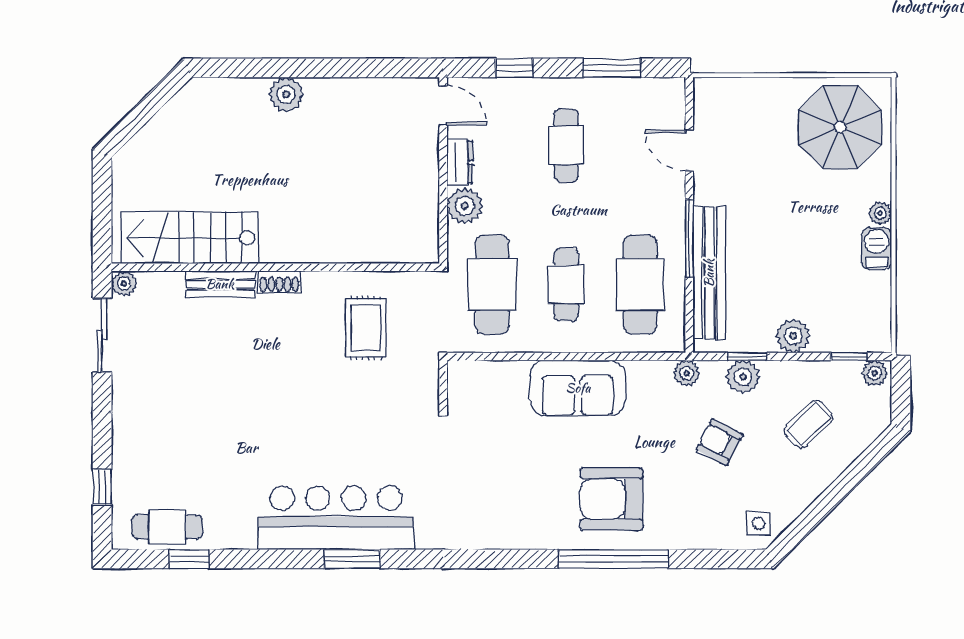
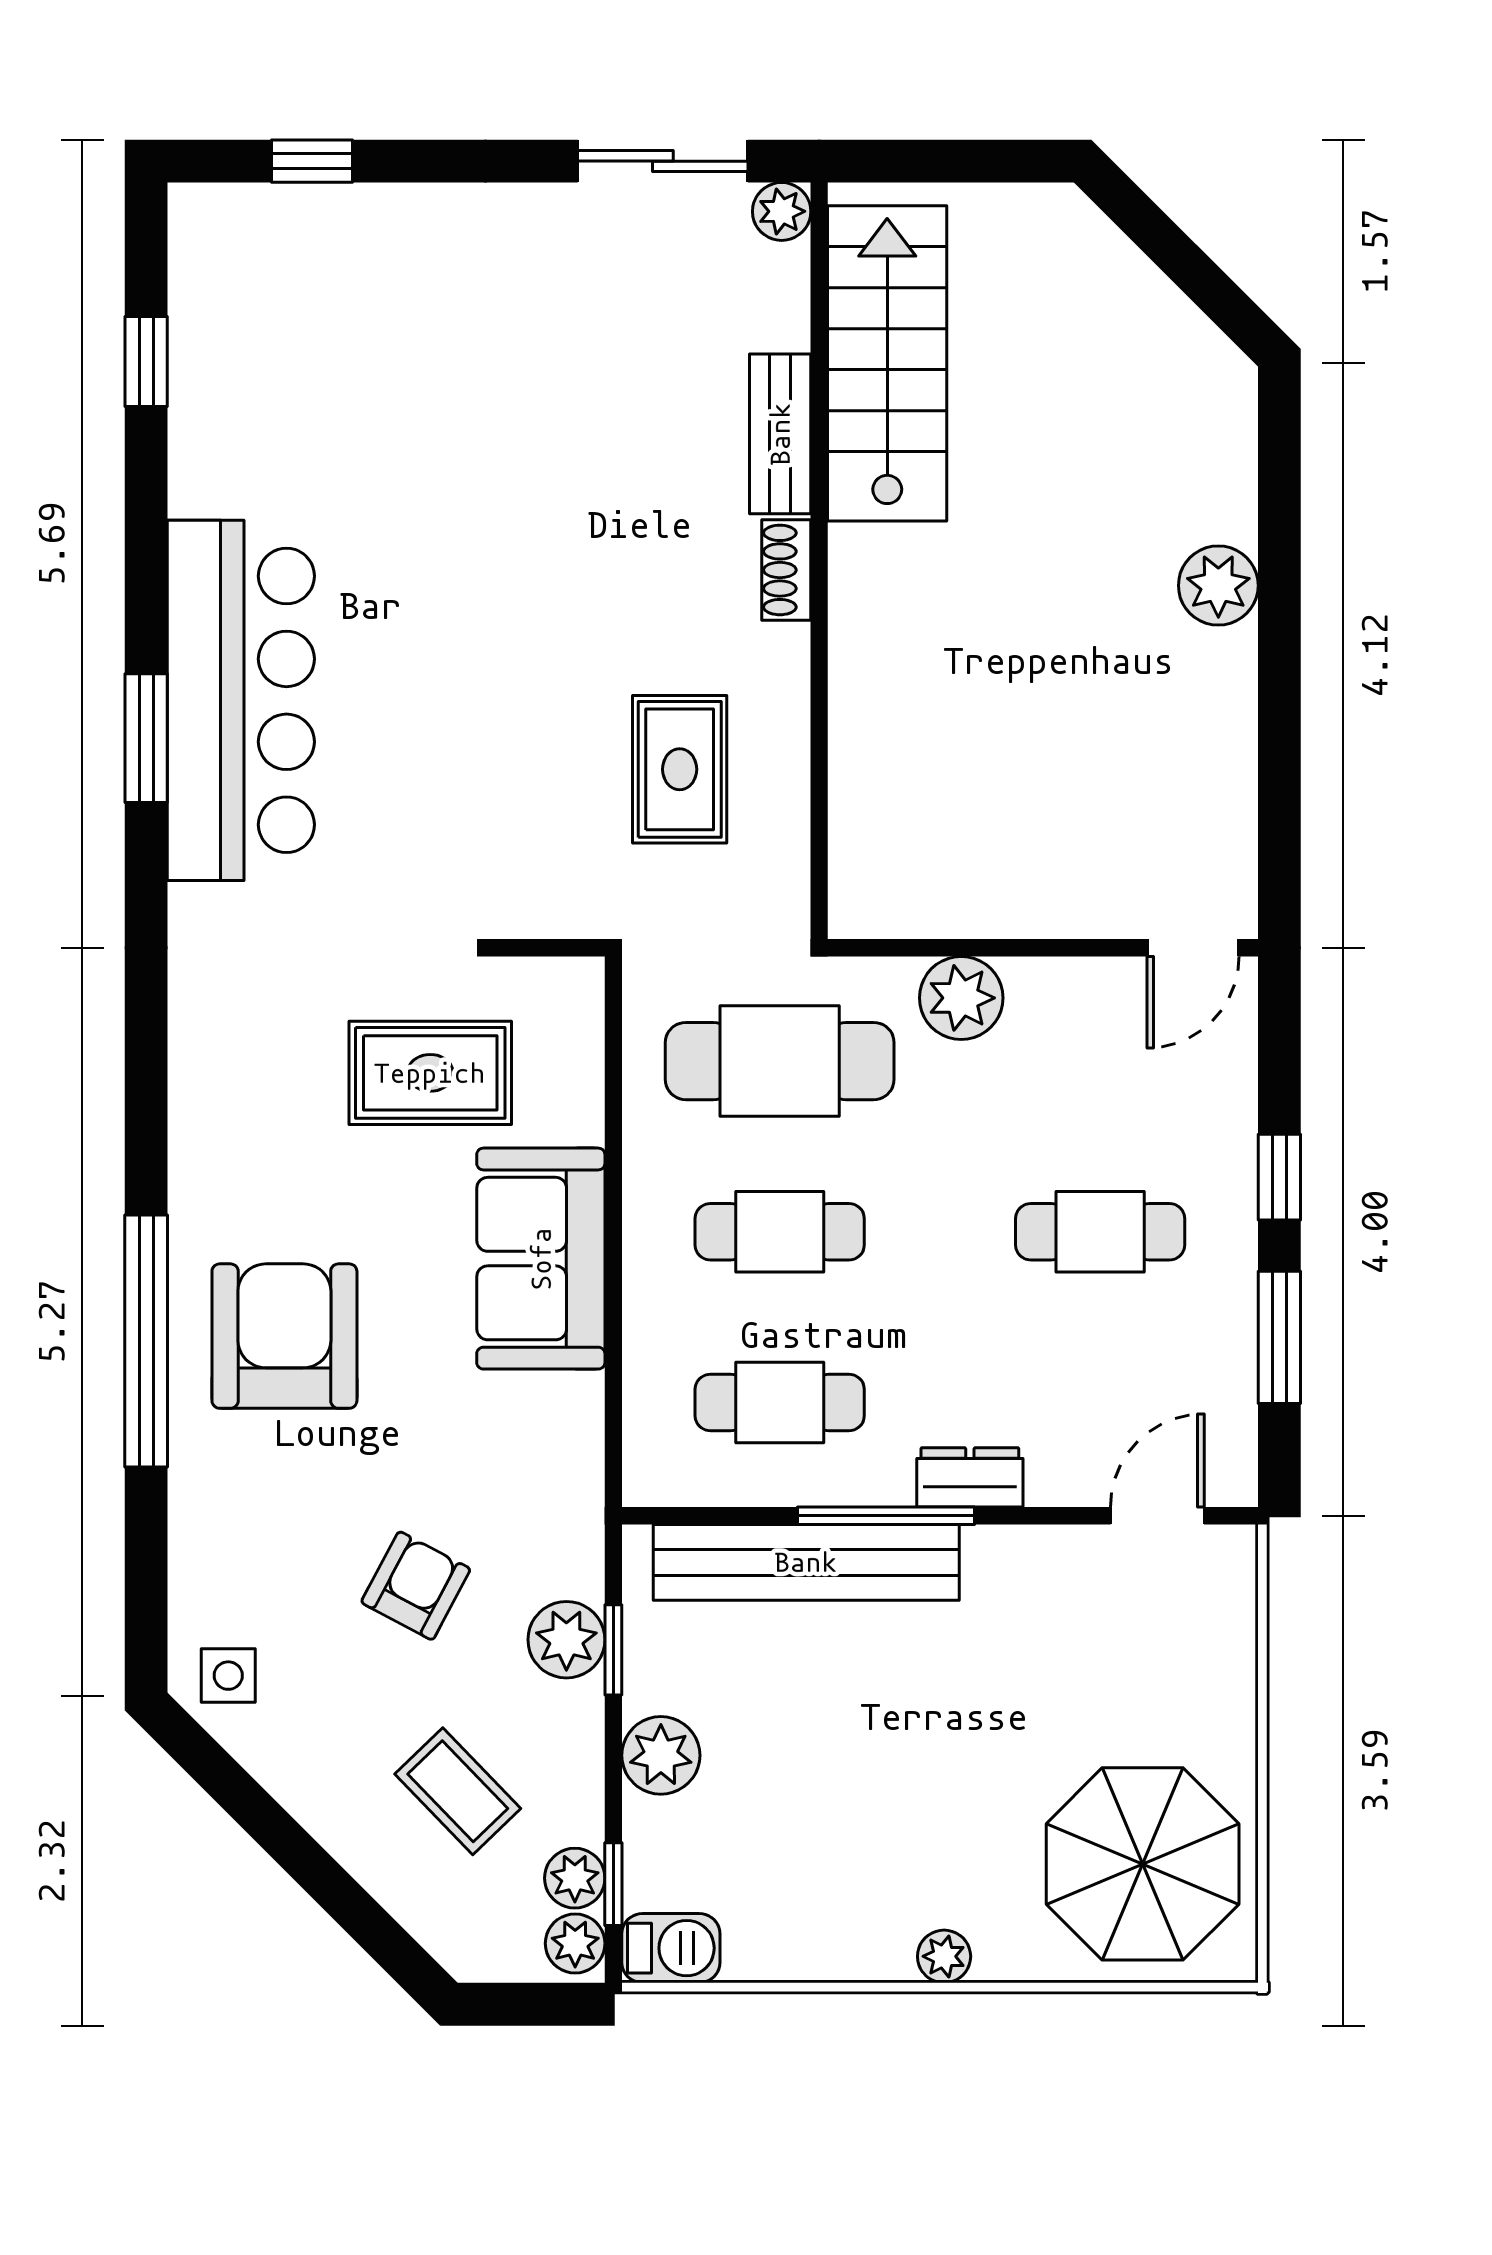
window: (514, 68) -> (1279, 1177), moved
door: (689, 150) -> (1157, 1516), moved
dresser: (460, 162) -> (970, 1477), moved, turned 180
barbecue: (877, 248) -> (671, 1948), moved
cafe table: (640, 284) -> (780, 1403), width x0.73, depth x0.74
rug: (366, 328) -> (680, 769), turned 90
plant: (687, 373) -> (575, 1878), moved
rug: (497, 436) -> (430, 1073), added
cafe table: (167, 527) -> (221, 311), removed

